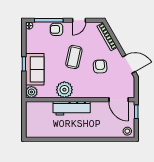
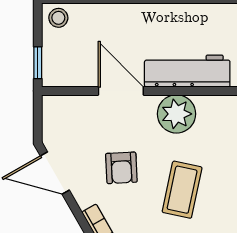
plant: (64, 90) -> (176, 114), moved
door: (119, 100) -> (121, 91), moved

